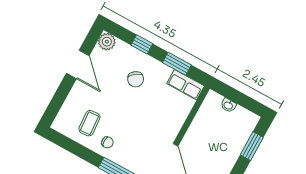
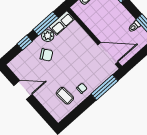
plant: (107, 42) -> (48, 36), moved
window: (177, 64) -> (46, 24), width x1.44

